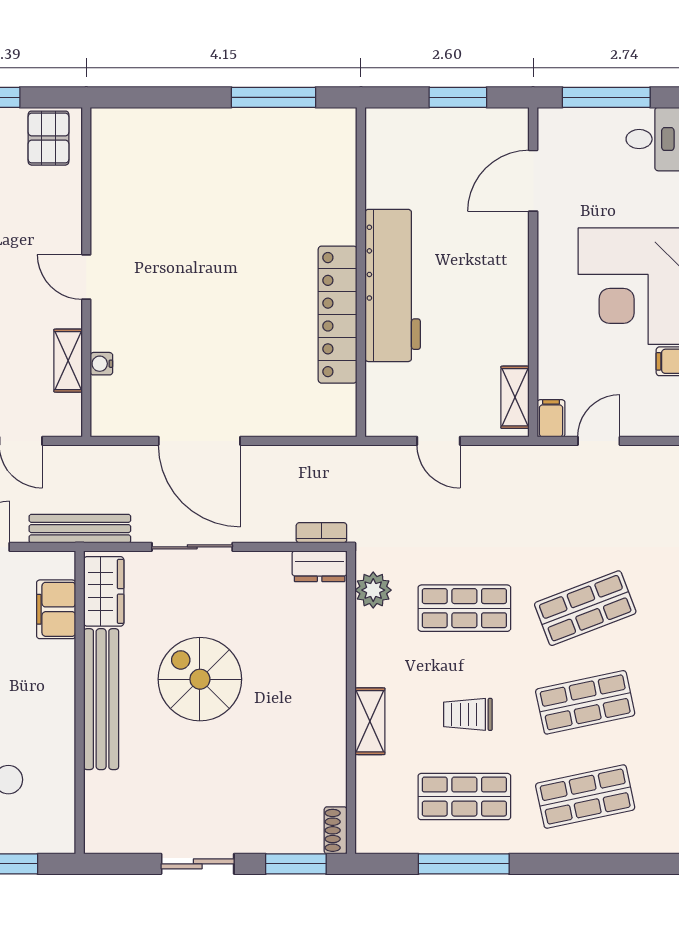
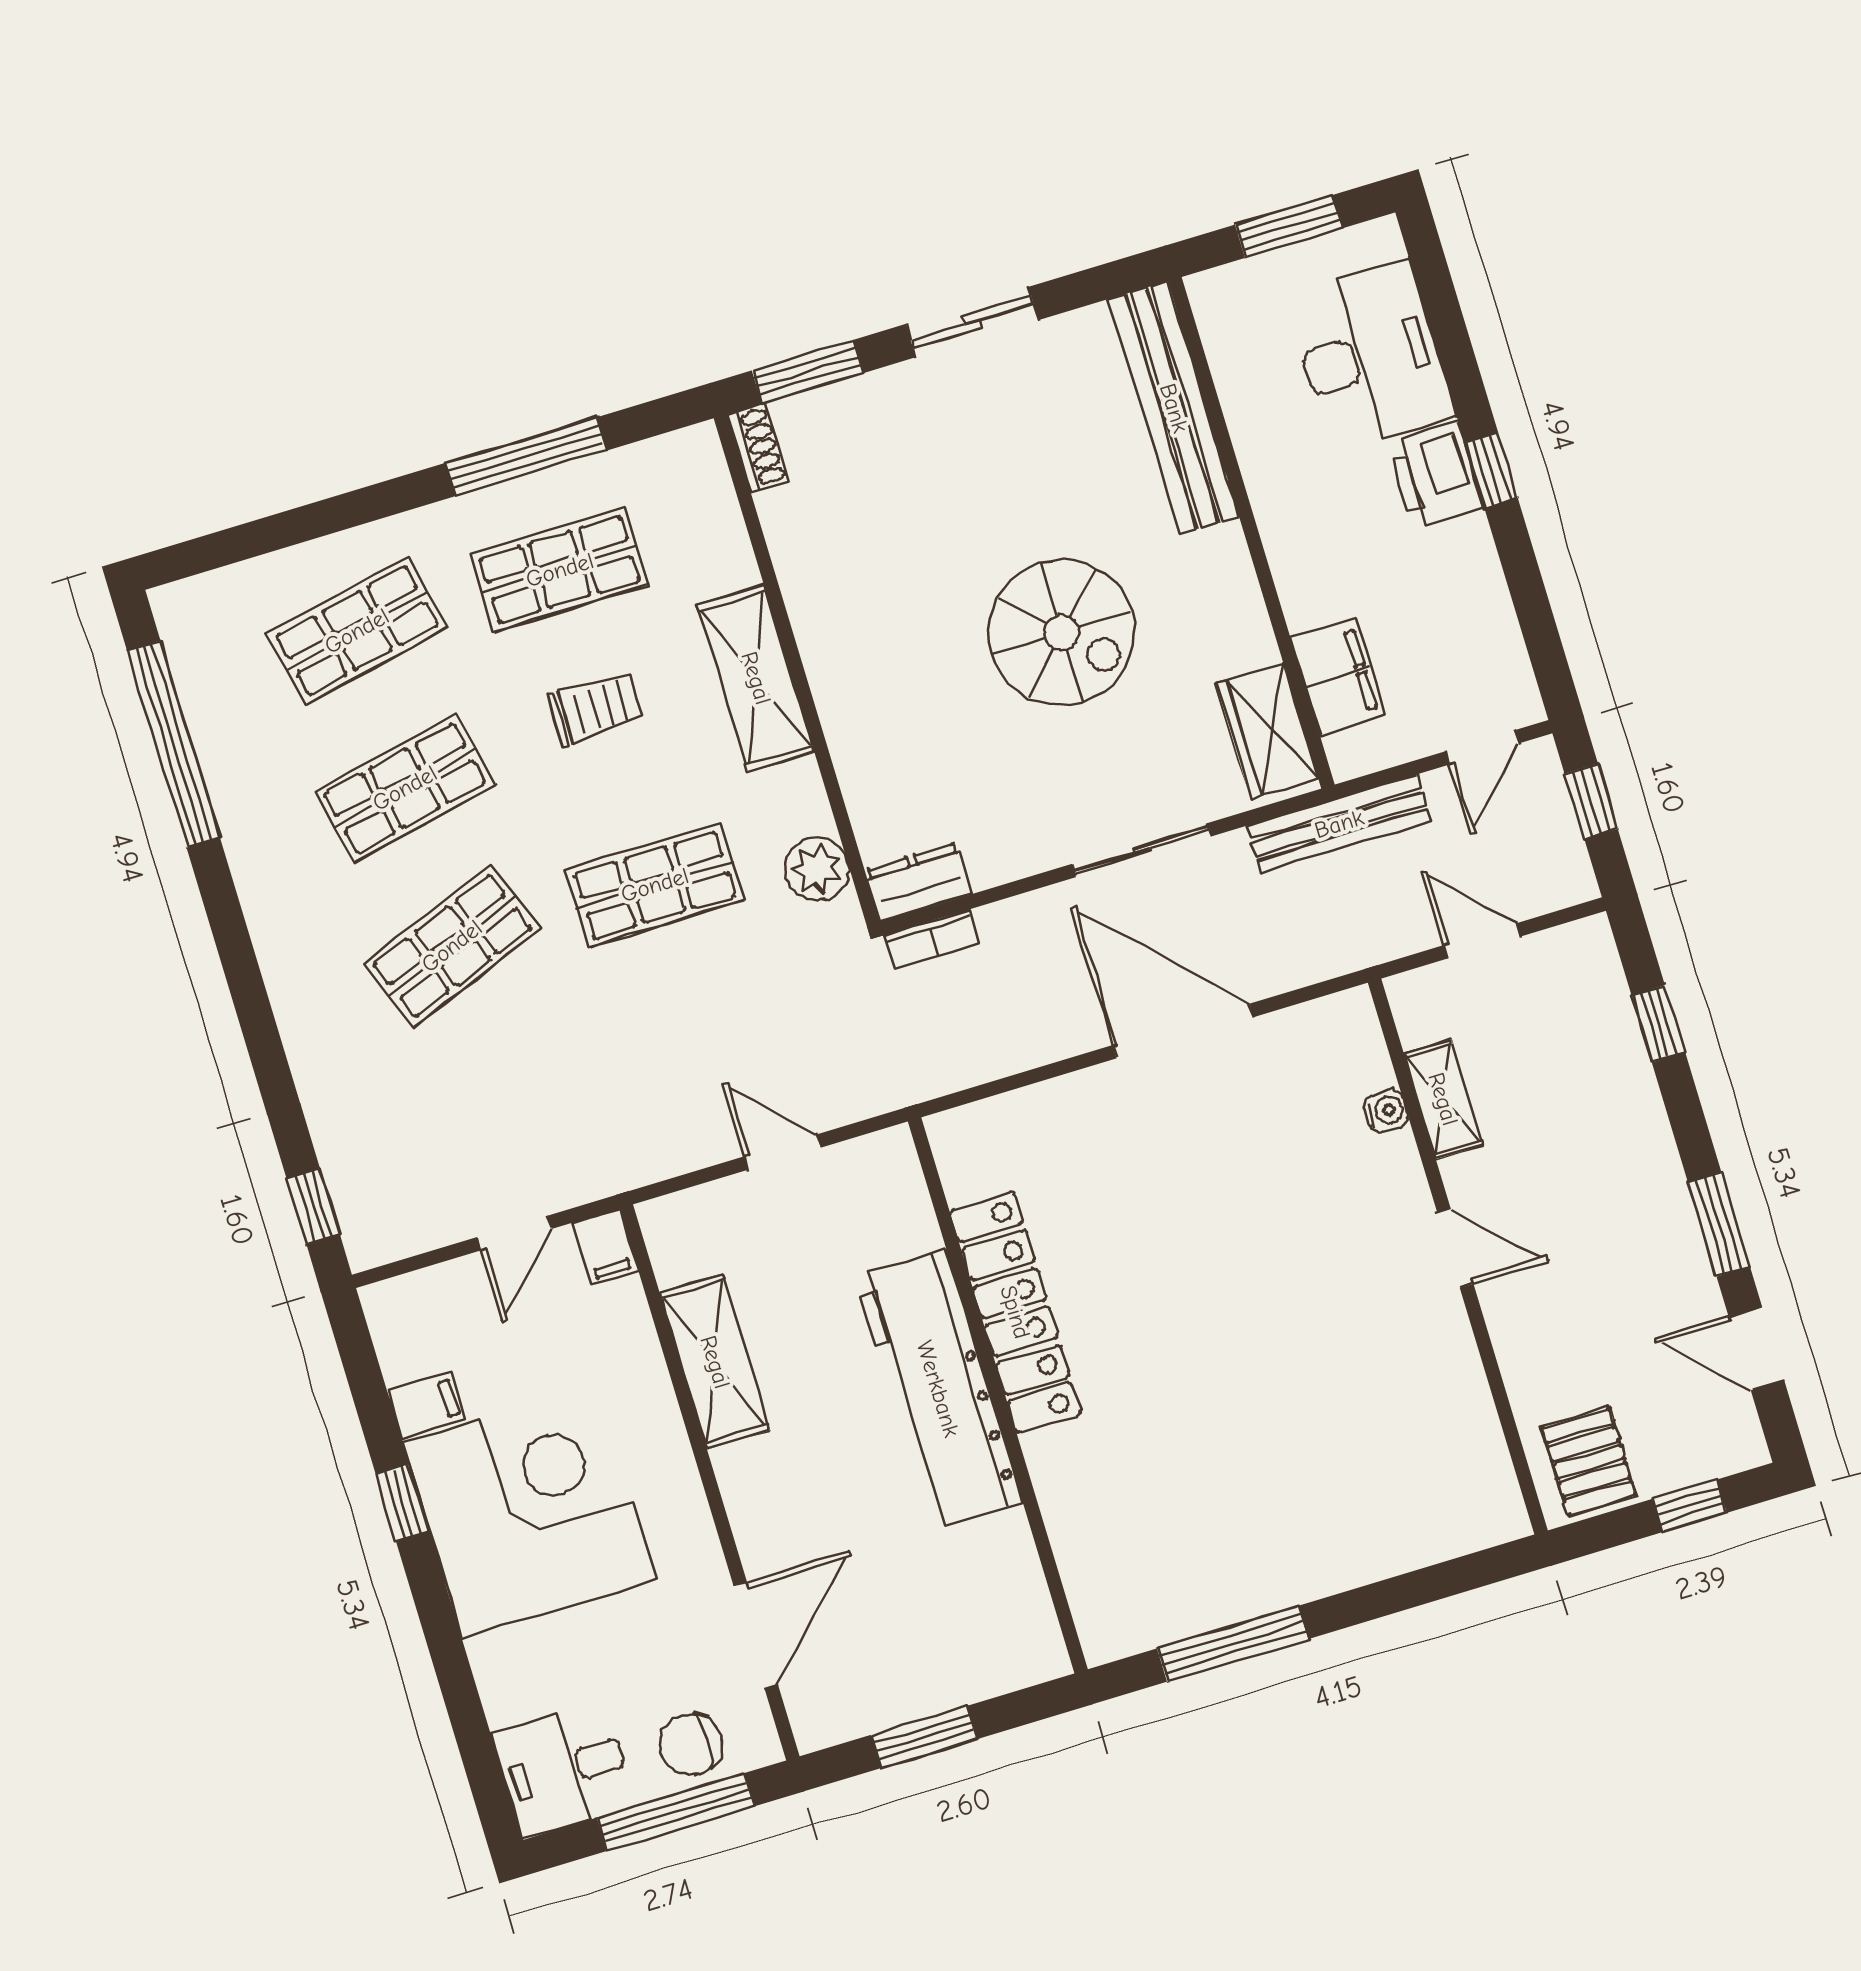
chair: (587, 132) -> (691, 1745), added
shelving: (515, 397) -> (715, 1362), moved, width x1.50, depth x1.33
bench: (101, 699) -> (1174, 408), moved
shelving: (370, 721) -> (756, 678), width x1.50, depth x1.33

